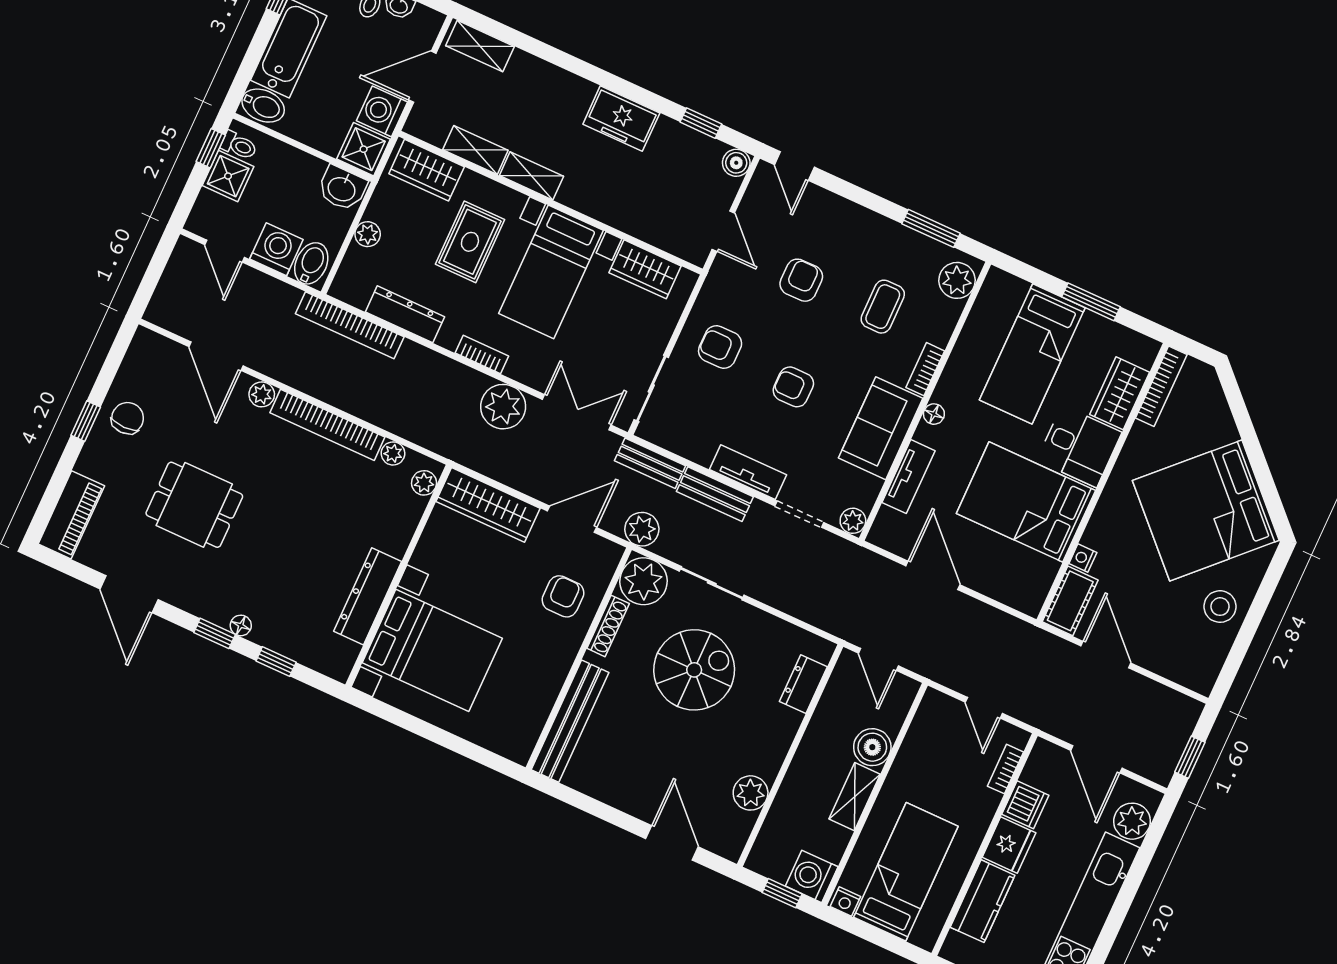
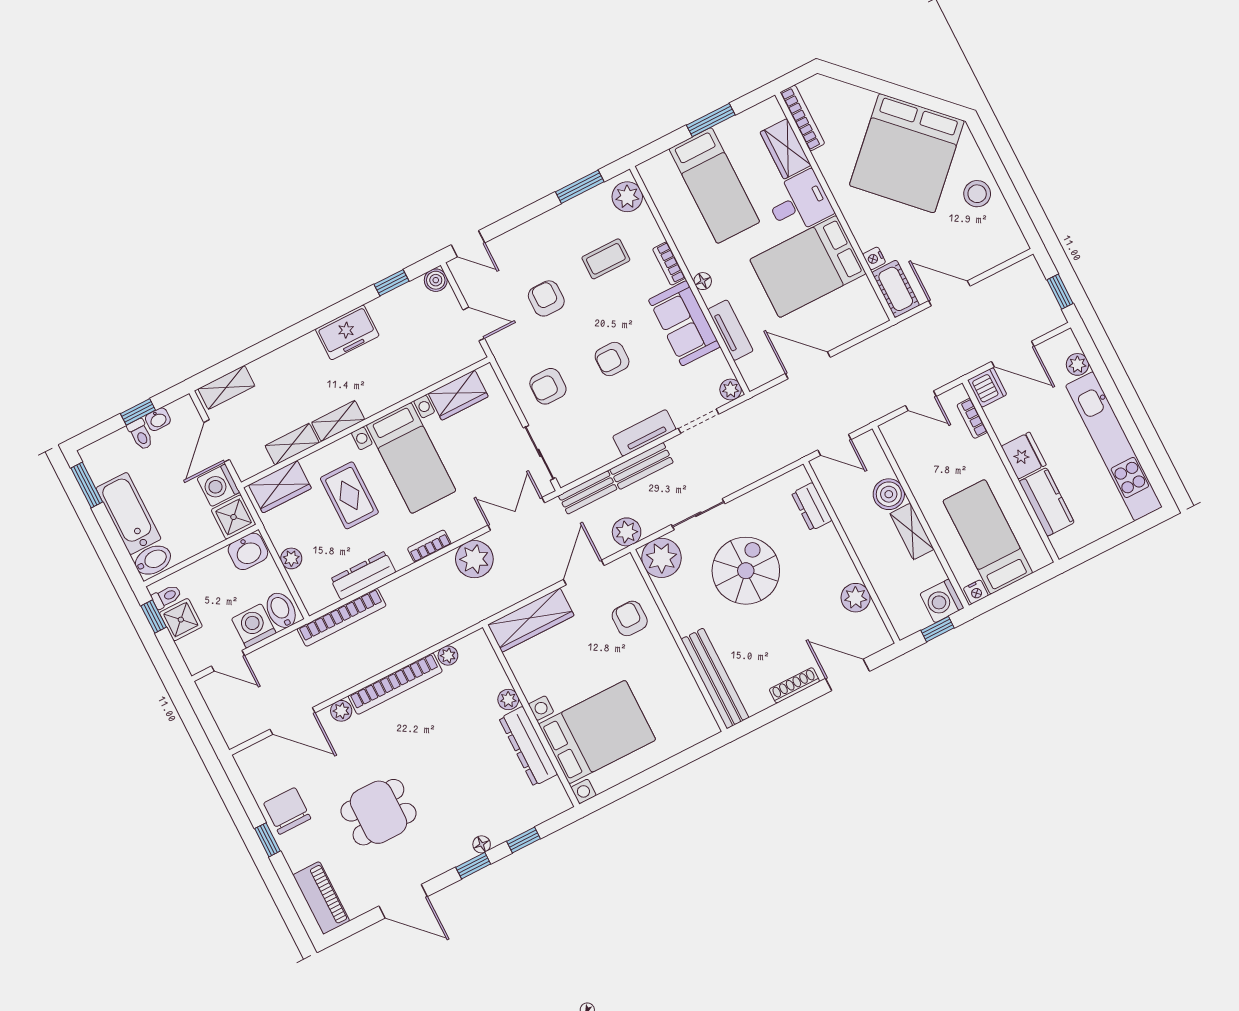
coffee table: (883, 307) -> (606, 259), turned 90
chair: (128, 418) -> (287, 811), width x1.37, depth x1.37
plant: (424, 483) -> (508, 699), moved
shoe rack: (608, 626) -> (794, 685), moved, turned -90
dishwasher: (1025, 805) -> (987, 387), moved
plant: (1132, 821) -> (1077, 364), width x0.73, depth x0.73

